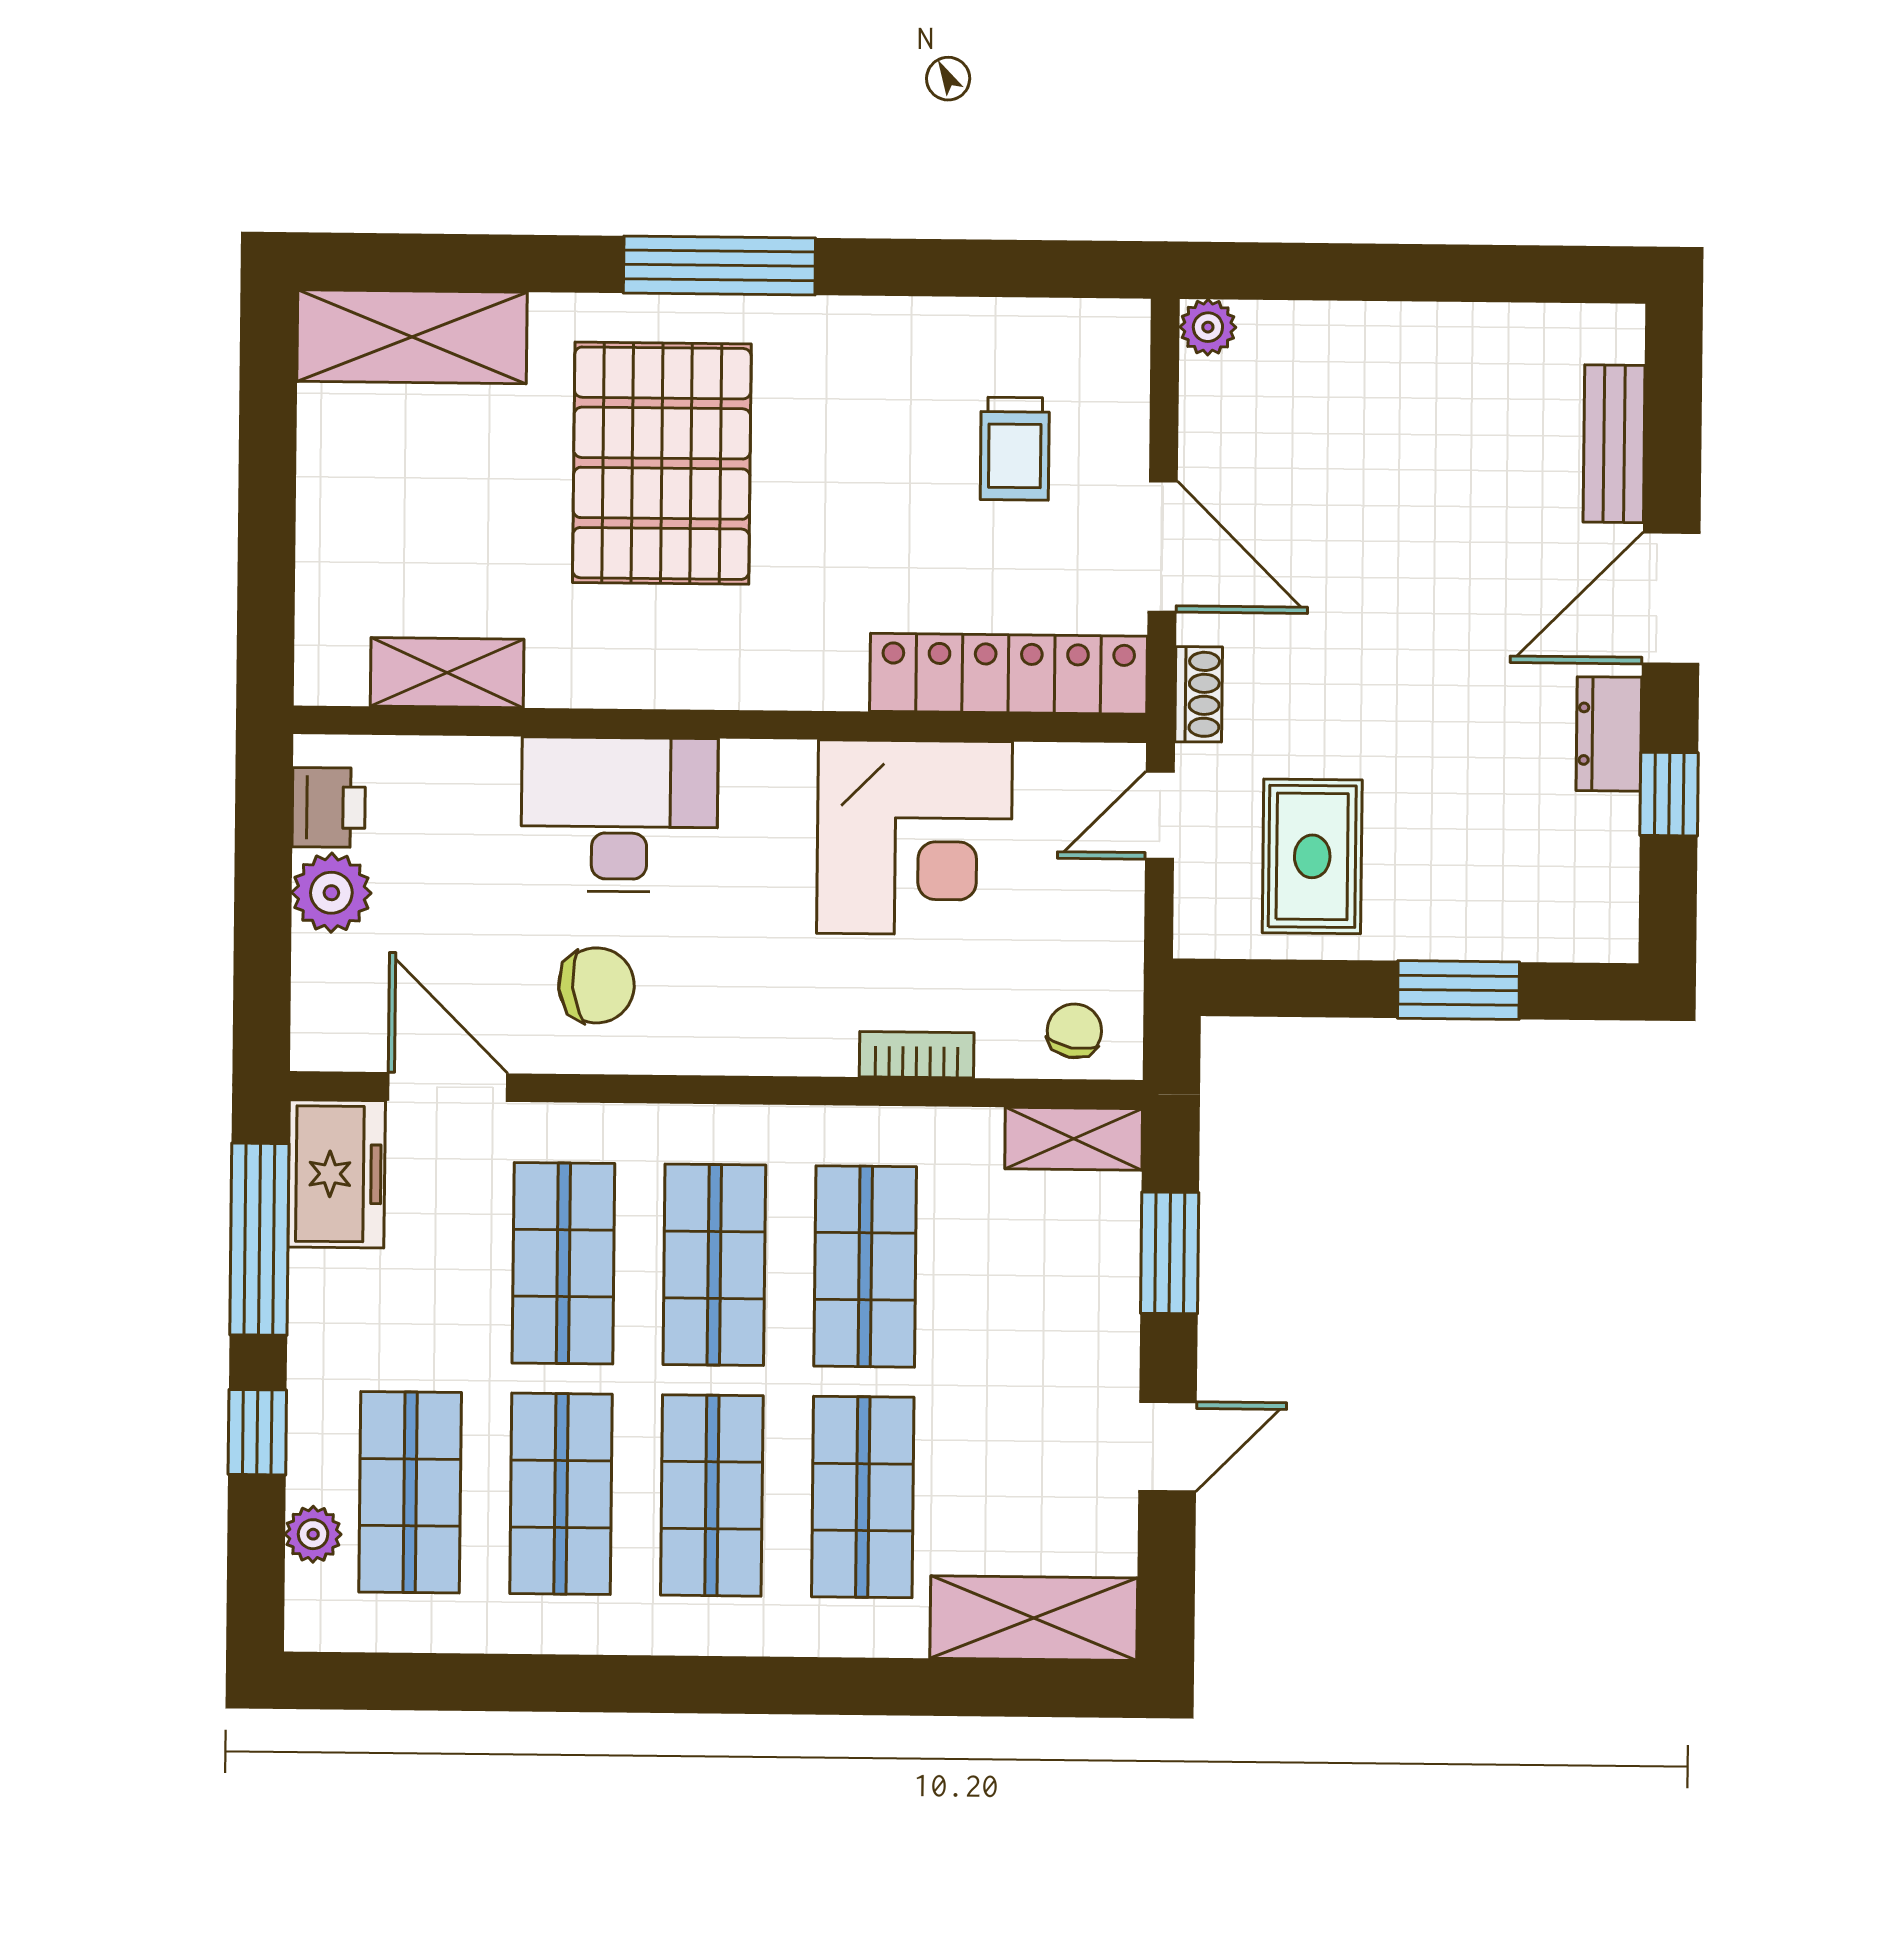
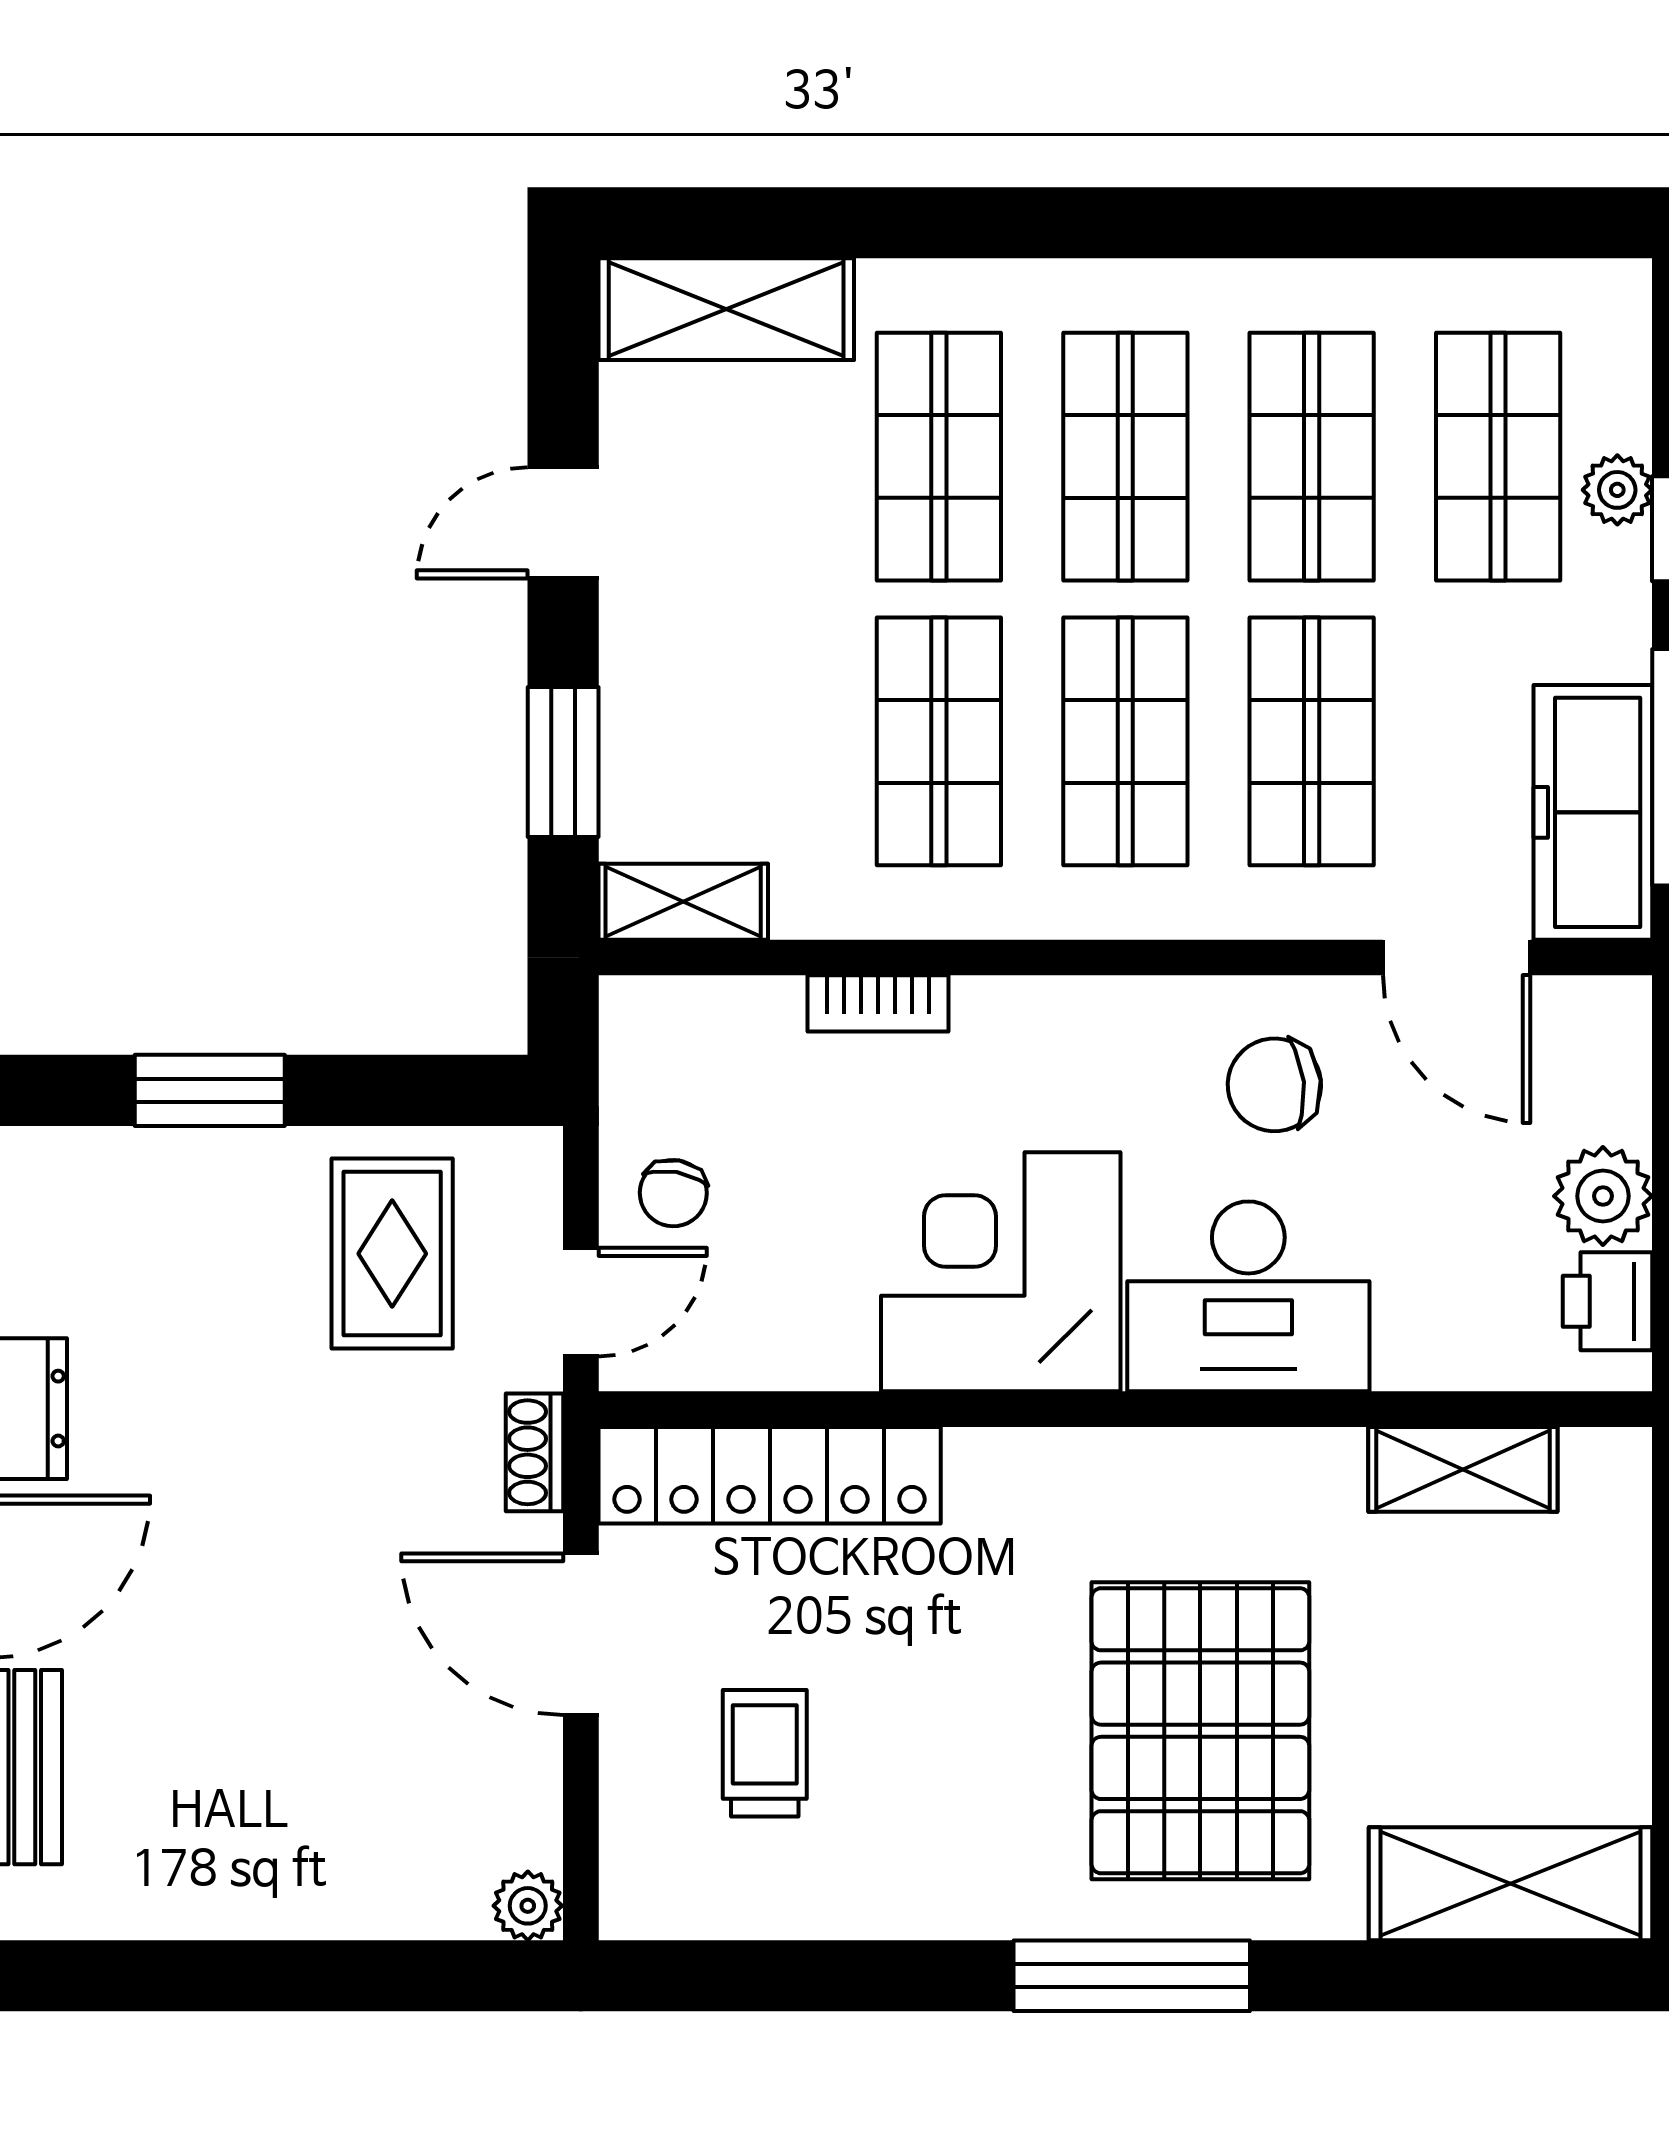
corner desk: (915, 837) -> (1001, 1272), moved
chair: (1074, 1031) -> (673, 1193), moved
freezer: (337, 1174) -> (1593, 812), width x1.40
plant: (313, 1534) -> (1617, 490), moved

